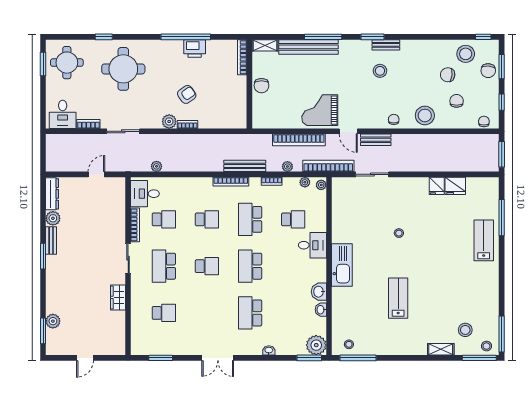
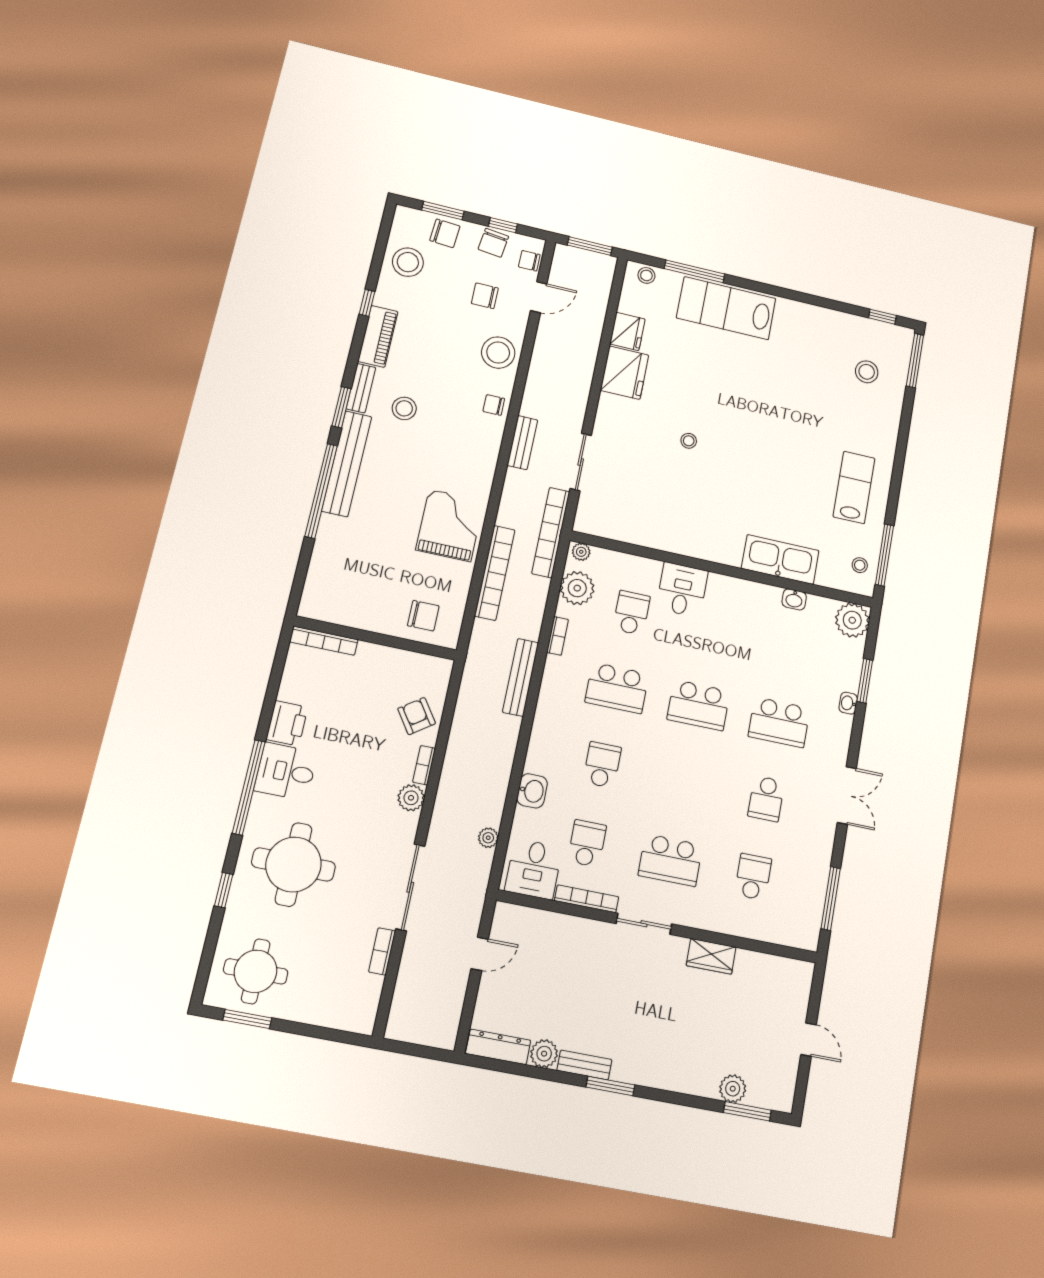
window: (186, 37) -> (249, 787), moved
window: (323, 37) -> (321, 491), width x1.46
window: (483, 37) -> (367, 303), moved
shelving: (265, 45) -> (312, 596), removed
bench: (308, 47) -> (347, 464), moved
piano: (418, 47) -> (378, 336), added
chair: (448, 75) -> (493, 243), moved
chair: (261, 86) -> (423, 616), moved
armchair: (187, 94) -> (417, 716), moved
grand piano: (320, 110) -> (450, 525), turned 180
desk: (63, 114) -> (286, 772), moved, turned 180
sliding door: (123, 131) -> (410, 887), width x1.37
door: (348, 131) -> (539, 297), moved
plant: (287, 167) -> (537, 603), removed
door: (96, 174) -> (480, 954), swing flipped
bookcase: (231, 182) -> (544, 708), removed
plant: (305, 182) -> (577, 588), width x1.88, depth x1.88
fridge: (437, 186) -> (624, 373), width x1.88, depth x1.34
lab bench: (484, 240) -> (726, 308), width x1.36, depth x1.39
kitchen sink: (342, 265) -> (780, 559), moved
school desk: (207, 266) -> (766, 799), moved, turned 180
washbasin: (319, 292) -> (532, 791), moved, turned -90
lab bench: (398, 298) -> (854, 487), moved, turned 90
window: (502, 334) -> (882, 317), width x0.46
stool: (487, 346) -> (646, 275), moved
shelving: (441, 349) -> (892, 418), removed
window: (161, 358) -> (831, 899), width x1.44
window: (309, 358) -> (865, 681), moved

